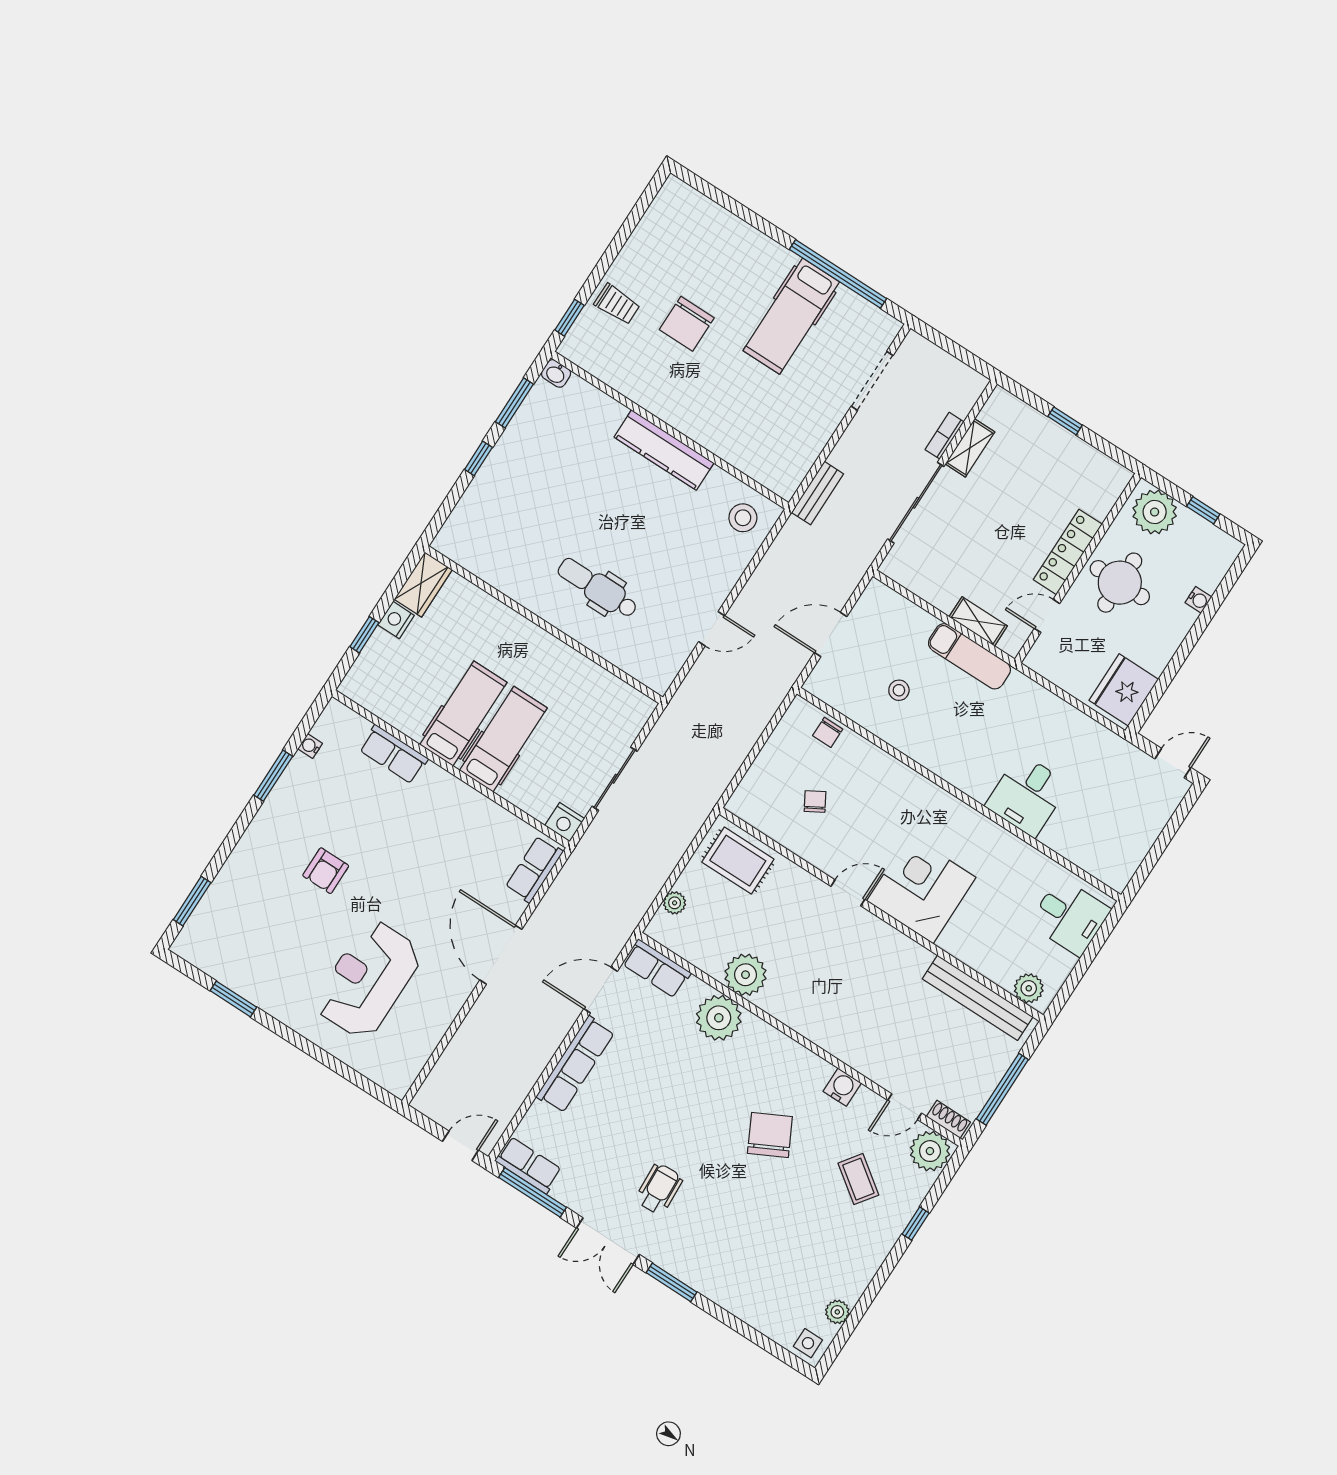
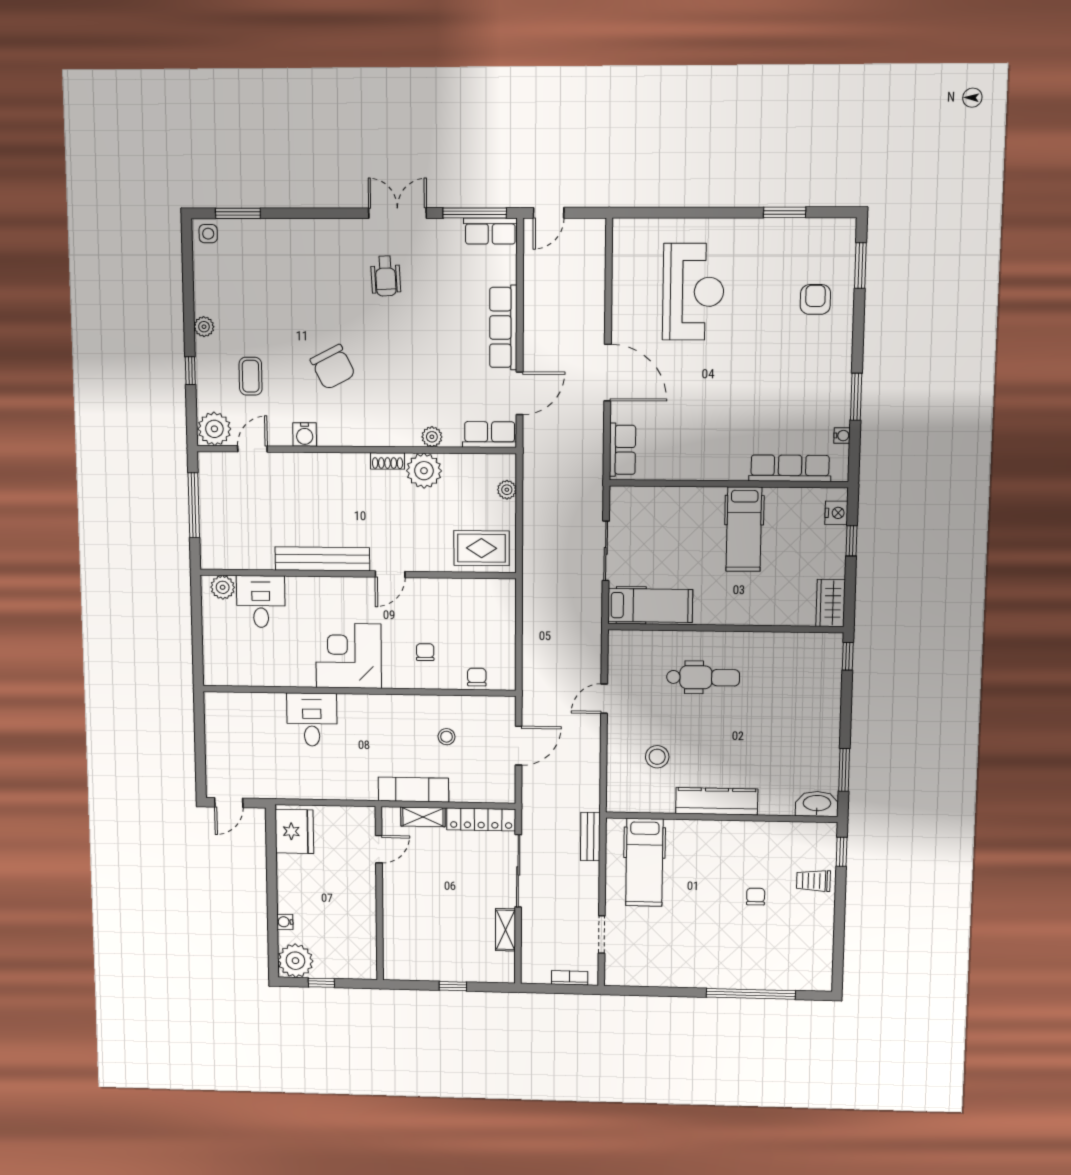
window: (838, 274) -> (751, 994), moved
hospital bed: (791, 316) -> (644, 862), moved, turned 180
chair: (687, 324) -> (756, 897), width x0.54, depth x0.54
washbasin: (556, 373) -> (817, 804), width x1.91, depth x1.45
doorway: (872, 381) -> (602, 935), width x0.73
bookcase: (945, 436) -> (570, 978), moved, turned -90
window: (478, 458) -> (848, 656), moved
plant: (1155, 512) -> (295, 961), moved
stool: (743, 518) -> (657, 757), moved
locker: (1068, 552) -> (481, 819), moved, turned 90
round table: (1120, 583) -> (345, 901), removed
nightstand: (396, 620) -> (836, 513), moved
hospital bed: (503, 739) -> (650, 605), moved, turned -90
row of seats: (394, 754) -> (790, 468), width x1.48
chair: (815, 801) -> (425, 652), moved, turned -150
nightstand: (565, 822) -> (622, 498), removed
armchair: (326, 871) -> (815, 299), moved
corner desk: (921, 889) -> (349, 656), moved, turned 180
desk: (1070, 917) -> (261, 602), moved, turned 90
bench: (978, 998) -> (322, 559), moved
plant: (719, 1018) -> (432, 437), width x0.53, depth x0.53
shoe rack: (948, 1119) -> (387, 461), moved
coffee table: (858, 1179) -> (251, 376), turned 54
window: (672, 1282) -> (238, 213), moved
plant: (837, 1312) -> (204, 327), moved

